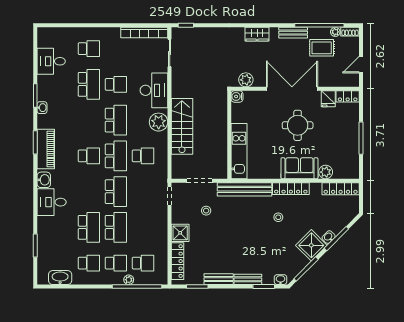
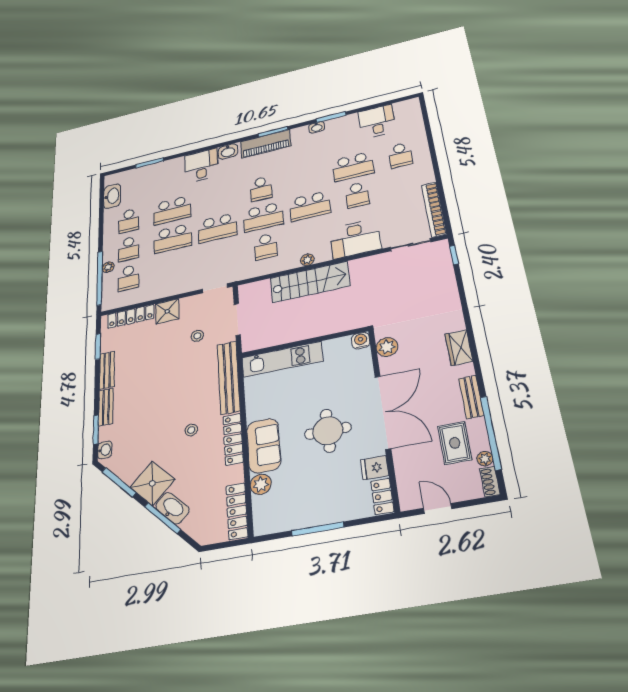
plant: (159, 122) -> (307, 260), width x0.53, depth x0.53
washbasin: (329, 237) -> (172, 508), width x1.91, depth x1.45

